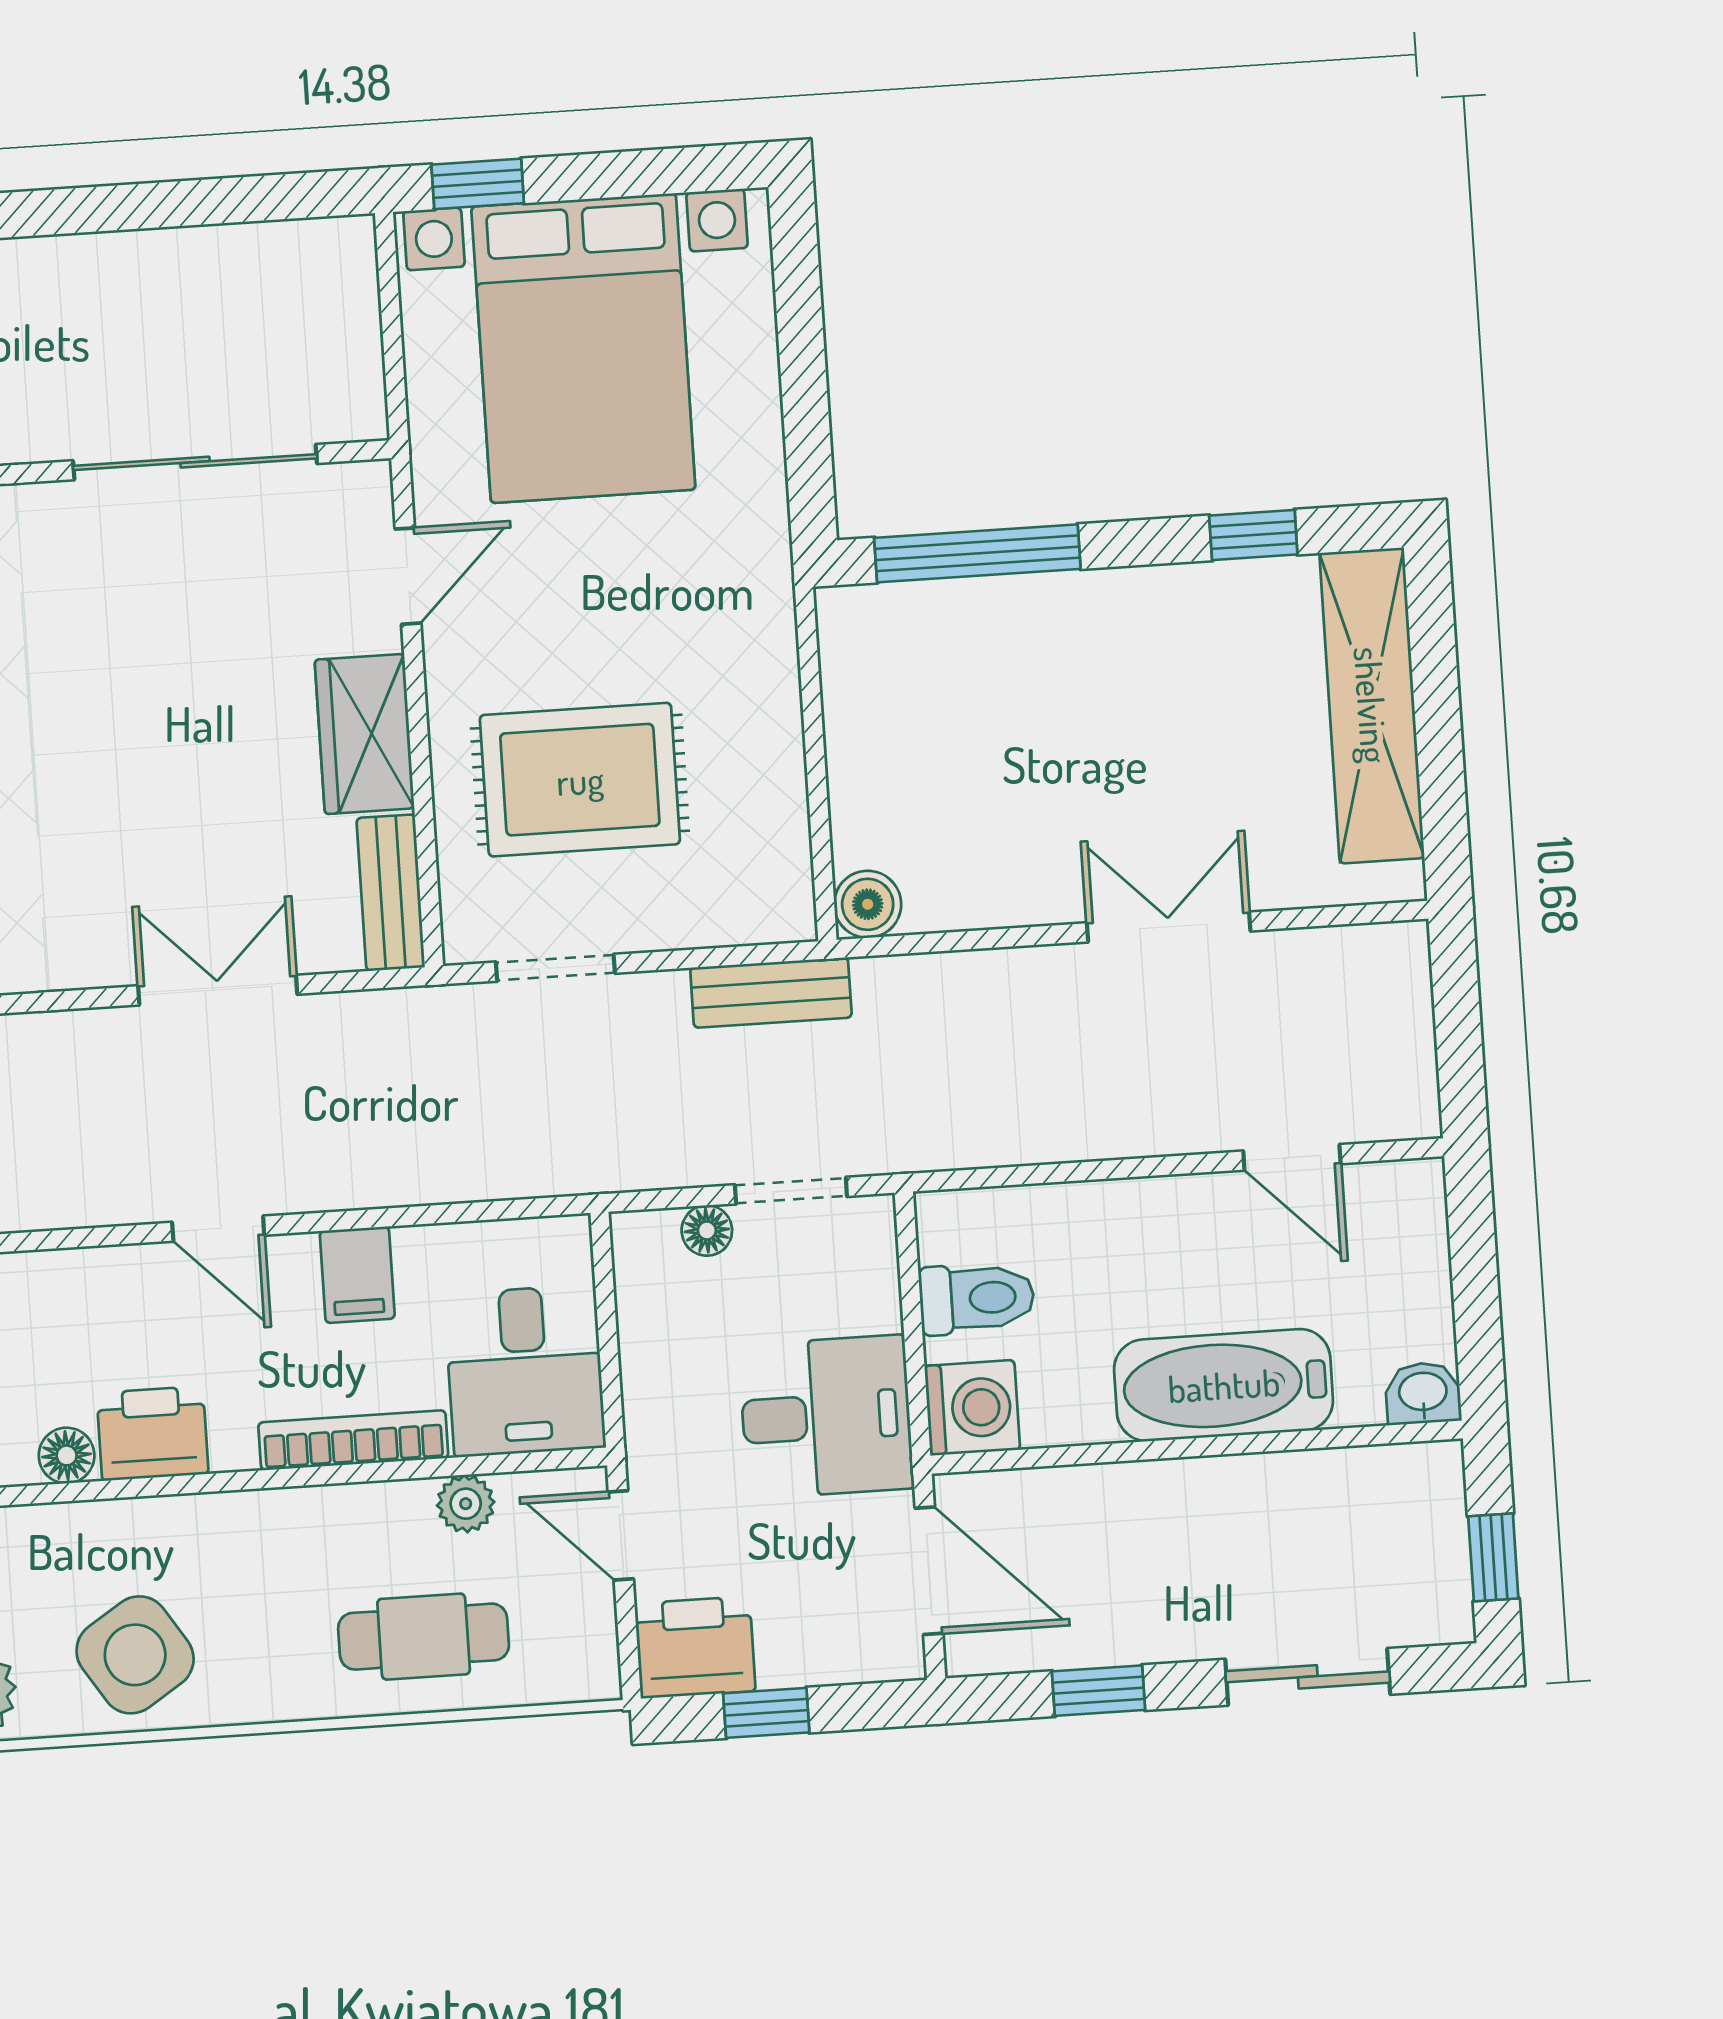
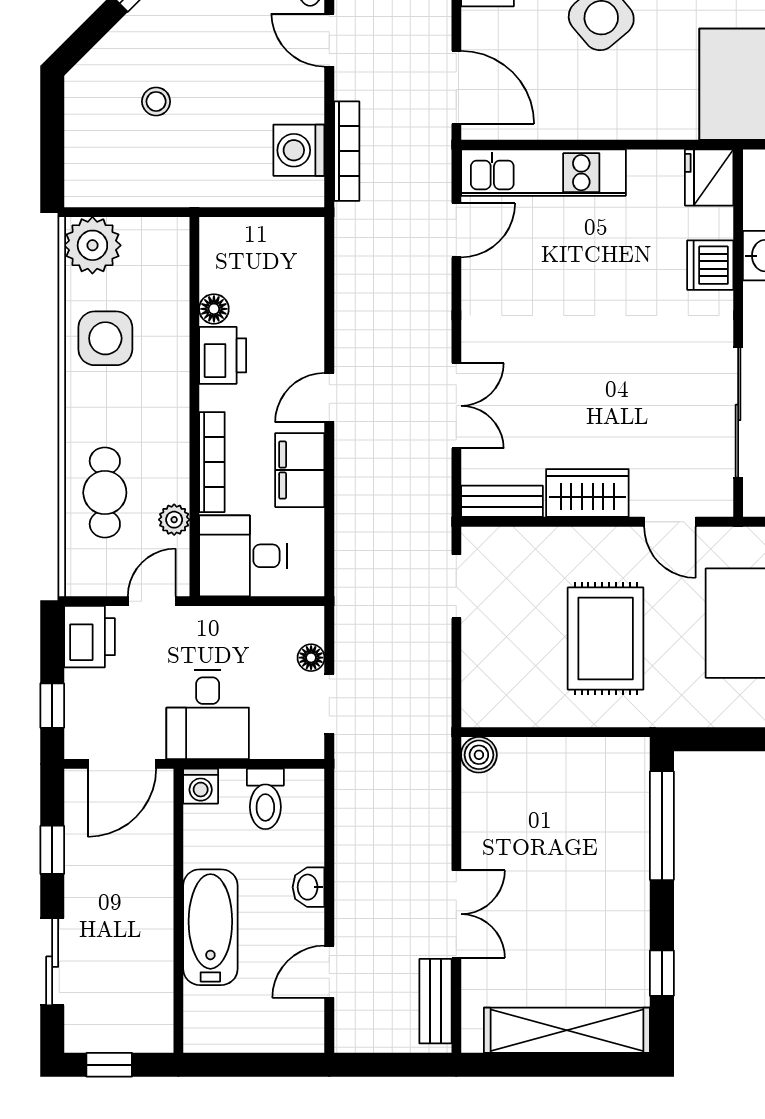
rug: (580, 780) -> (606, 639), moved
bench: (771, 993) -> (435, 1001), moved
filing cabinet: (357, 1275) -> (300, 470), width x2.00
washbasin: (1423, 1393) -> (309, 887), moved, turned 180
washing machine: (972, 1408) -> (201, 786), width x0.73, depth x0.73
side table: (135, 1655) -> (105, 338), turned 33
window: (766, 1713) -> (52, 706), moved

